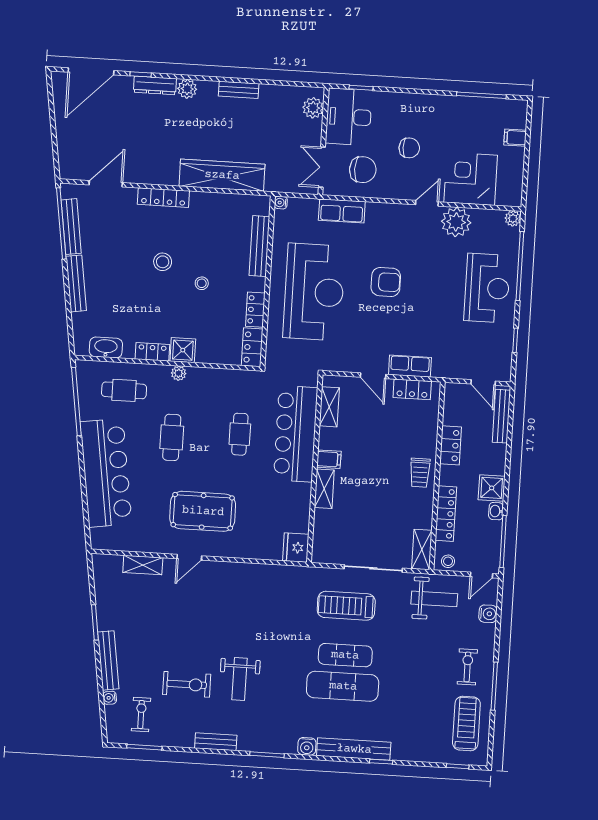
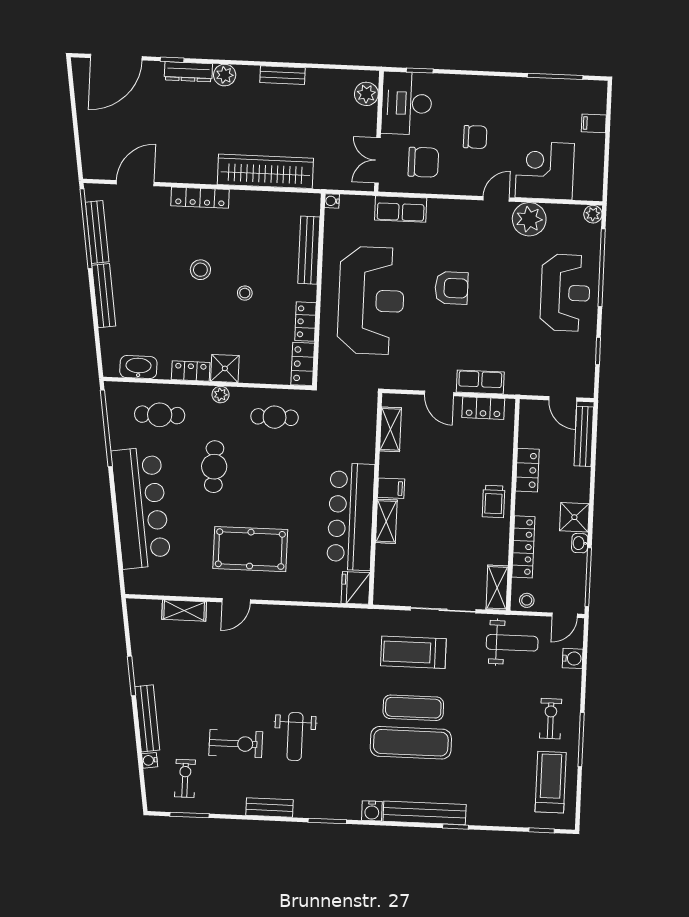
cafe table: (240, 434) -> (275, 417), moved, turned 90
bar counter: (296, 434) -> (351, 517), moved

